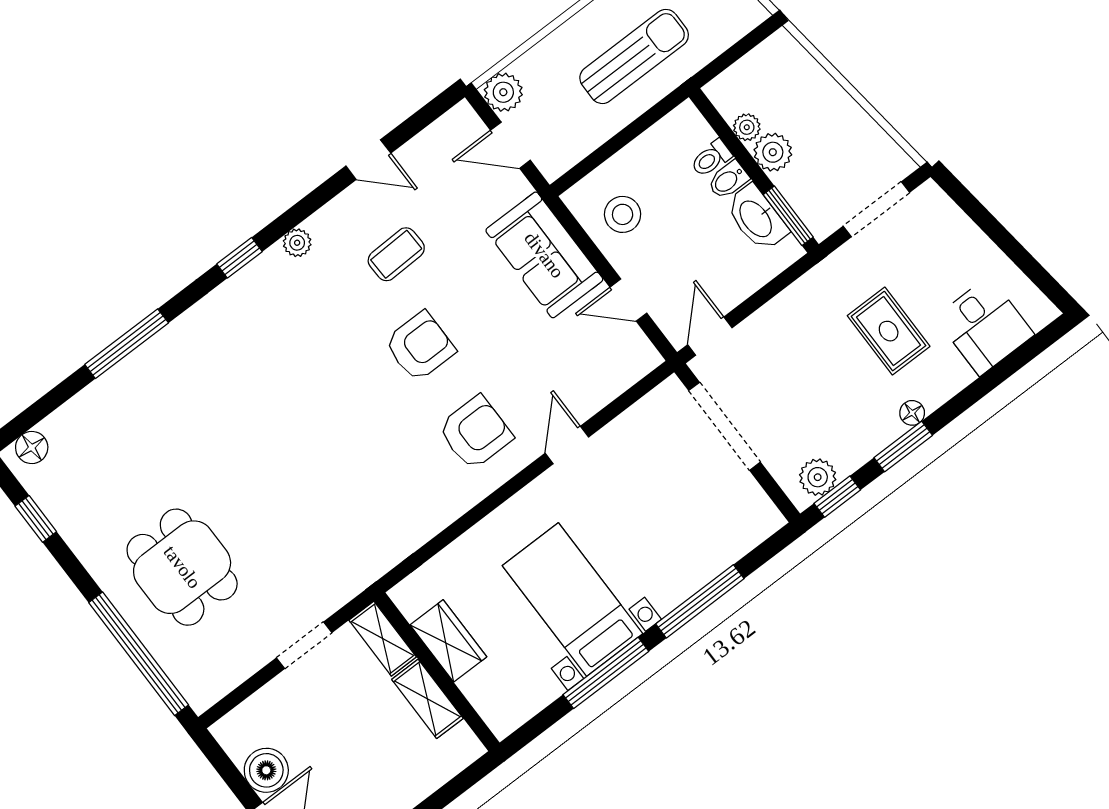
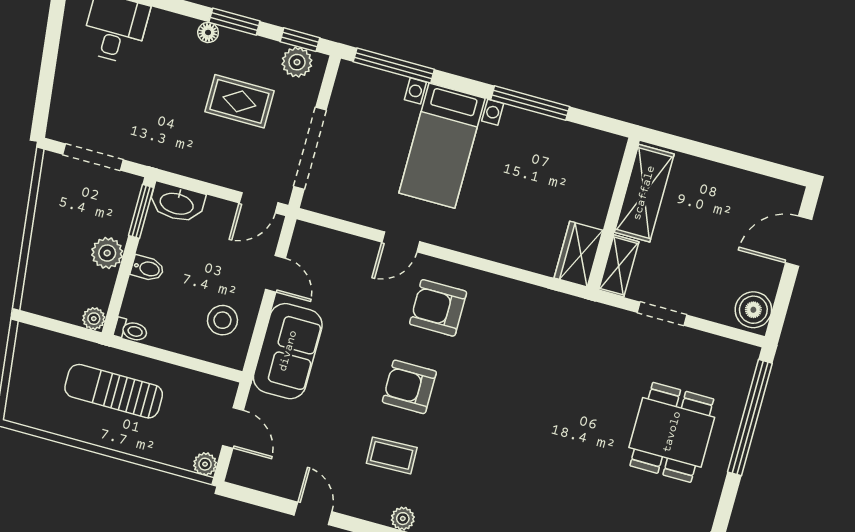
plant: (503, 92) -> (205, 464), width x0.73, depth x0.73
plant: (747, 127) -> (94, 319), moved
toilet: (711, 158) -> (131, 330), moved
washbasin: (757, 218) -> (177, 203), moved, turned 90
coffee table: (396, 254) -> (392, 455), moved
rug: (889, 331) -> (239, 101), moved, turned 90
bed with nightstands: (573, 600) -> (442, 146), moved
window: (700, 601) -> (394, 66), moved
wardrobe: (448, 641) -> (579, 254), moved
shelving: (427, 699) -> (644, 193), width x1.50, depth x1.33
boiler: (266, 770) -> (753, 310), moved

